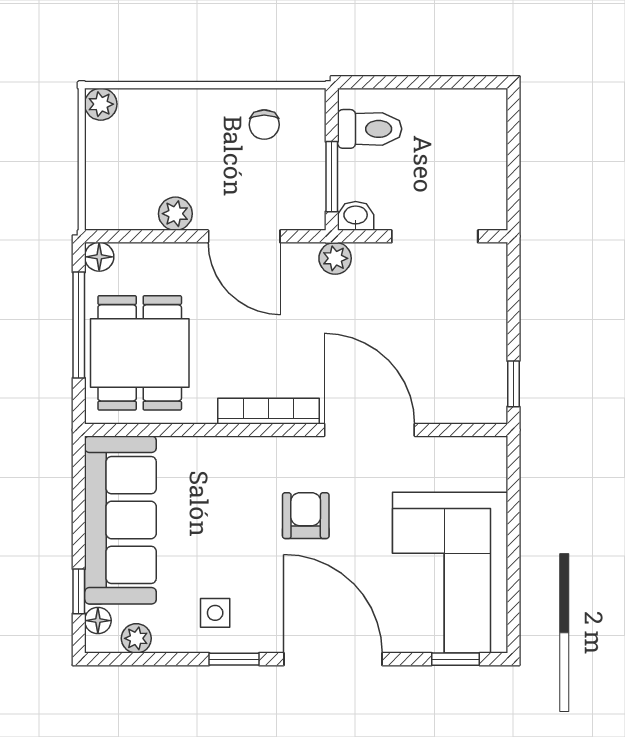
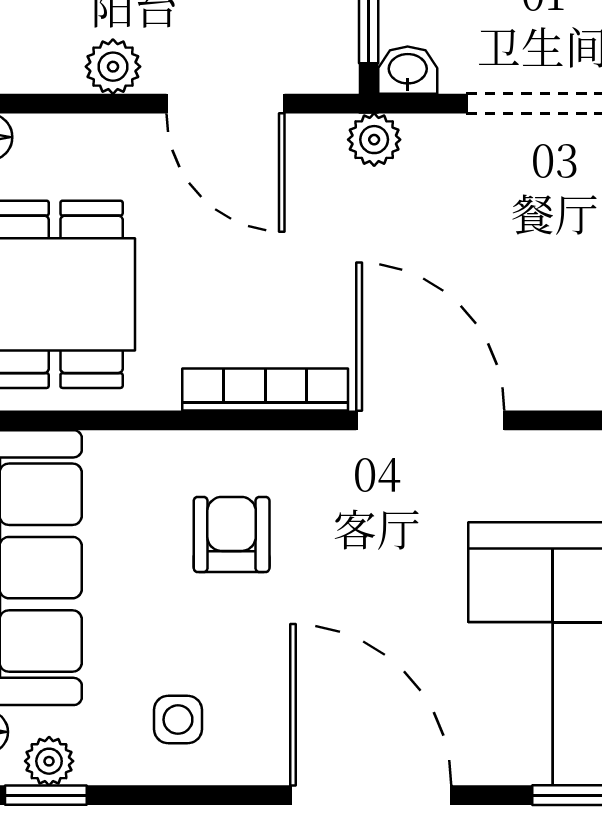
armchair: (306, 516) -> (232, 534), moved
window: (234, 659) -> (46, 795), moved

